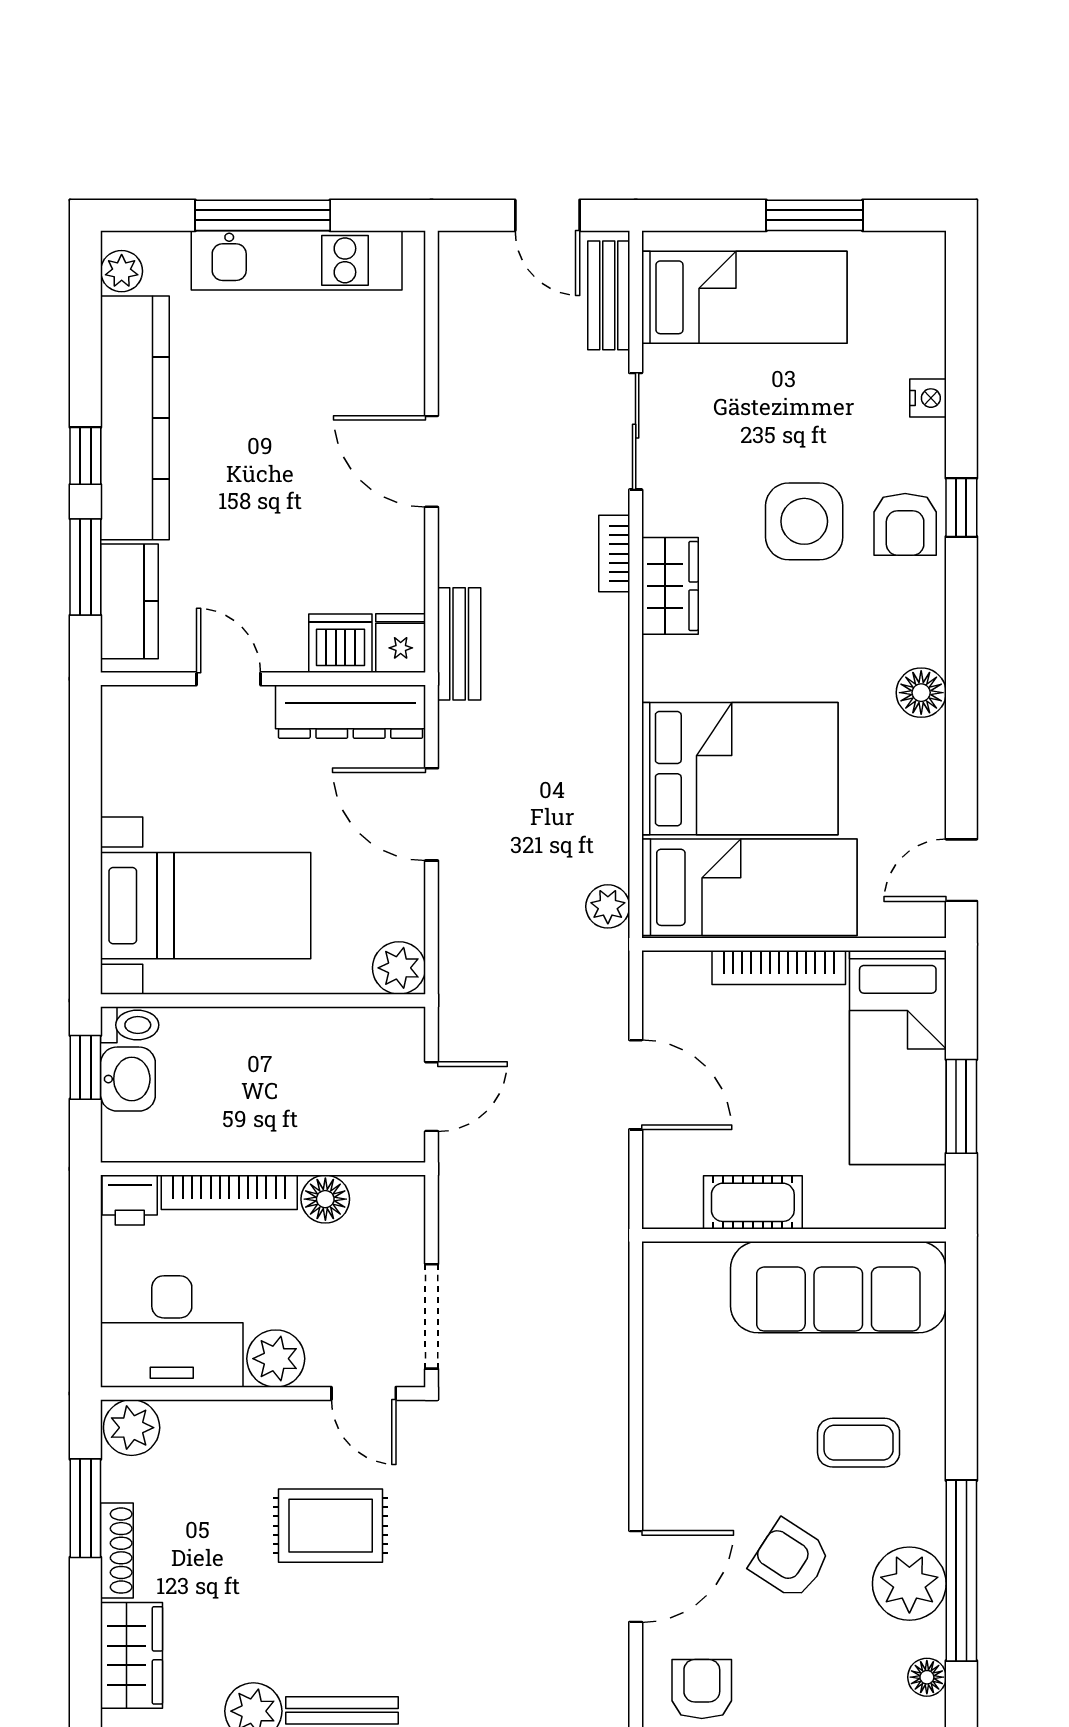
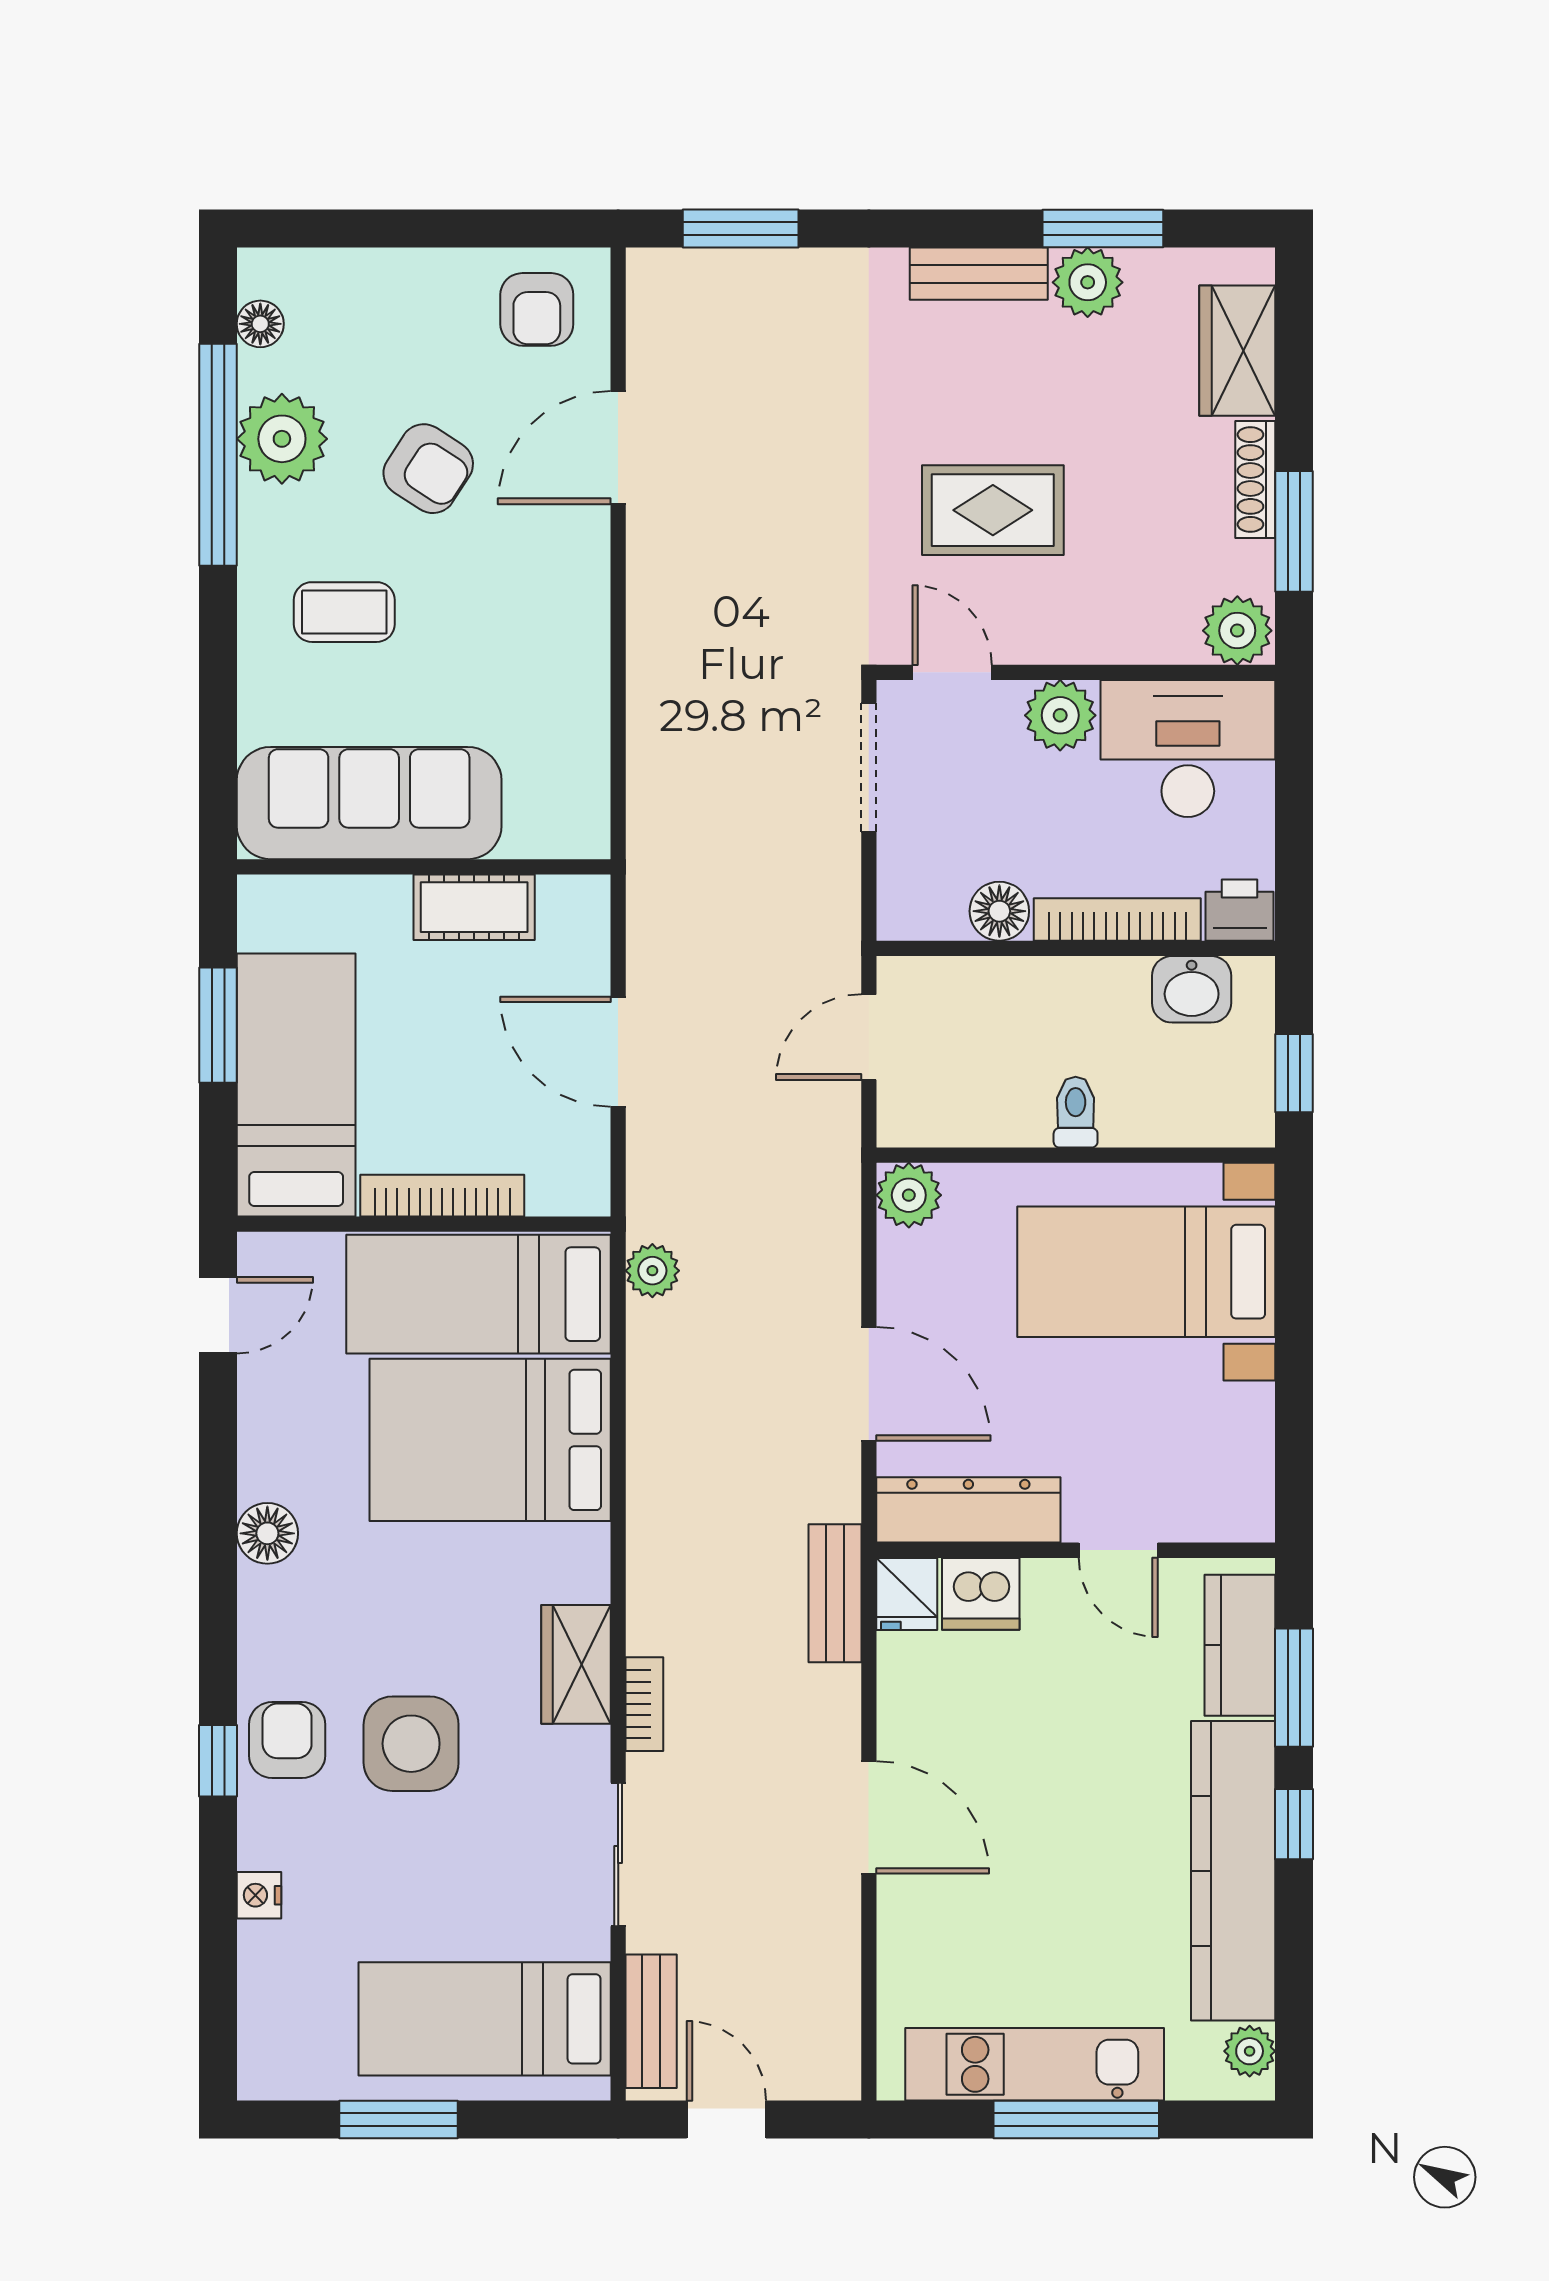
toilet: (130, 1025) -> (1076, 1112), moved, turned 90
washbasin: (128, 1079) -> (1192, 989), moved, turned -90

